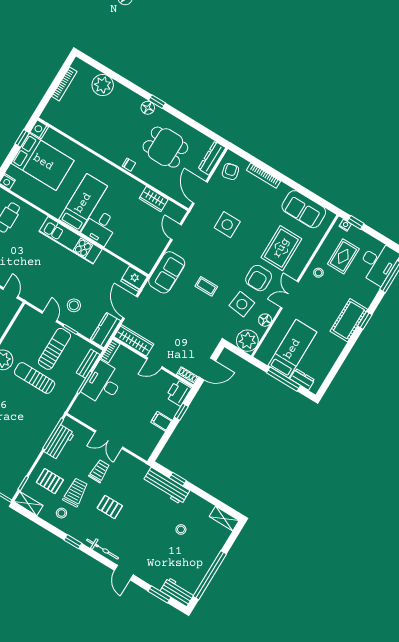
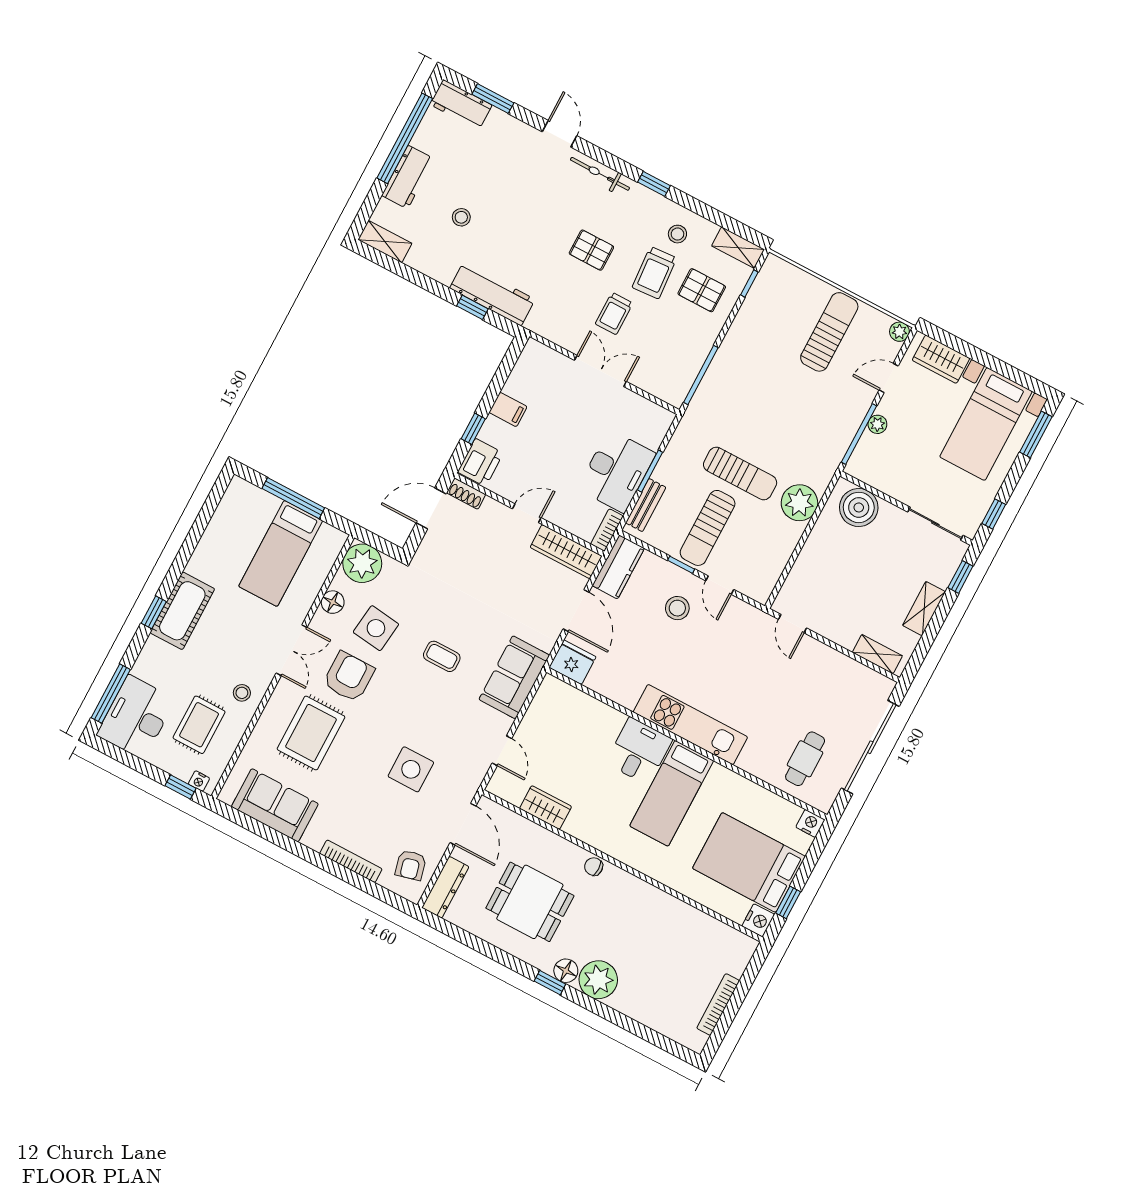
plant: (103, 85) -> (598, 980), moved
dresser: (302, 379) -> (260, 500), removed
workbench: (59, 442) -> (408, 177), moved, turned 180

